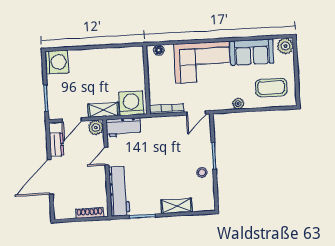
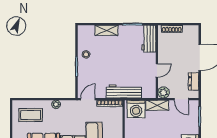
door: (72, 120) -> (181, 99), swing flipped
workbench: (123, 127) -> (124, 91), moved, width x1.38
workbench: (119, 191) -> (149, 39), width x0.73

